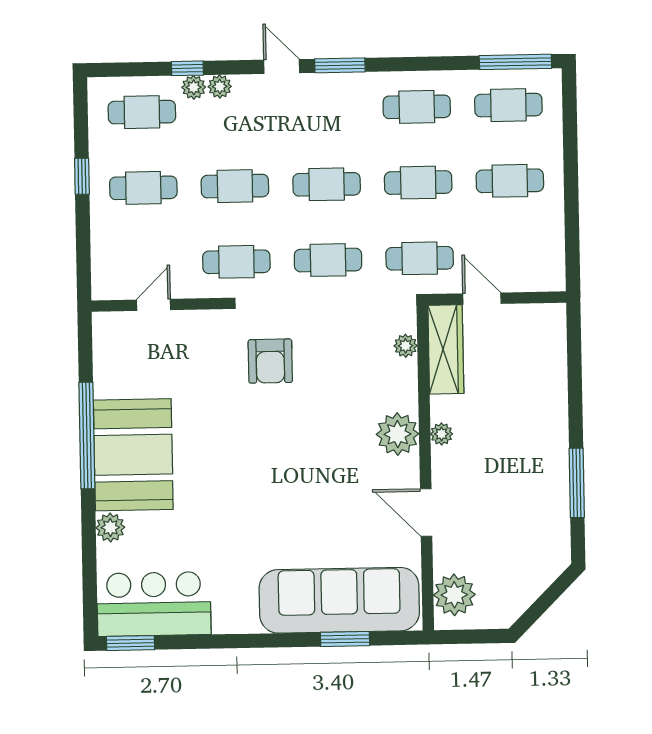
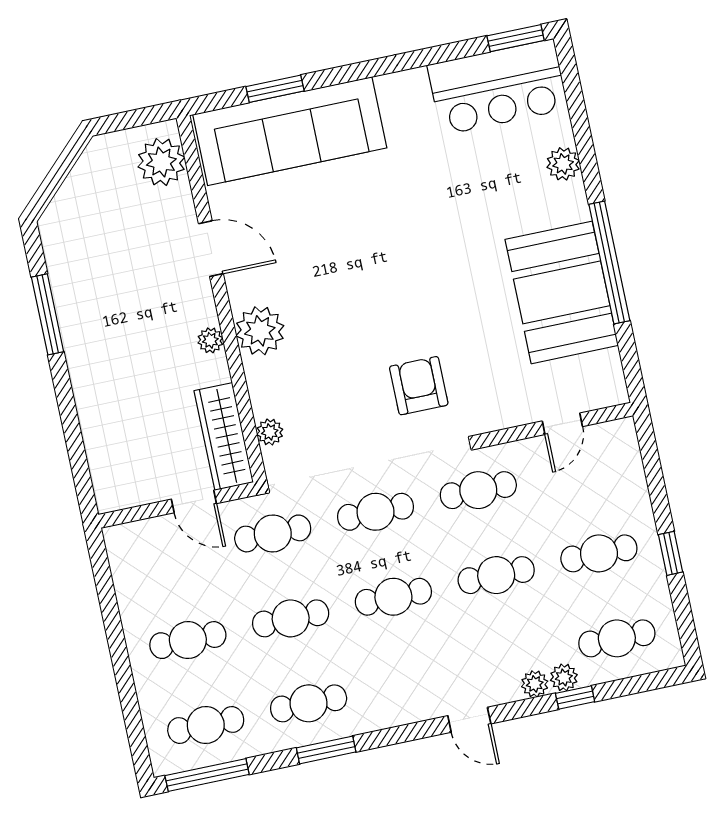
window: (340, 65) -> (326, 750), moved
booth: (133, 455) -> (562, 292), moved

